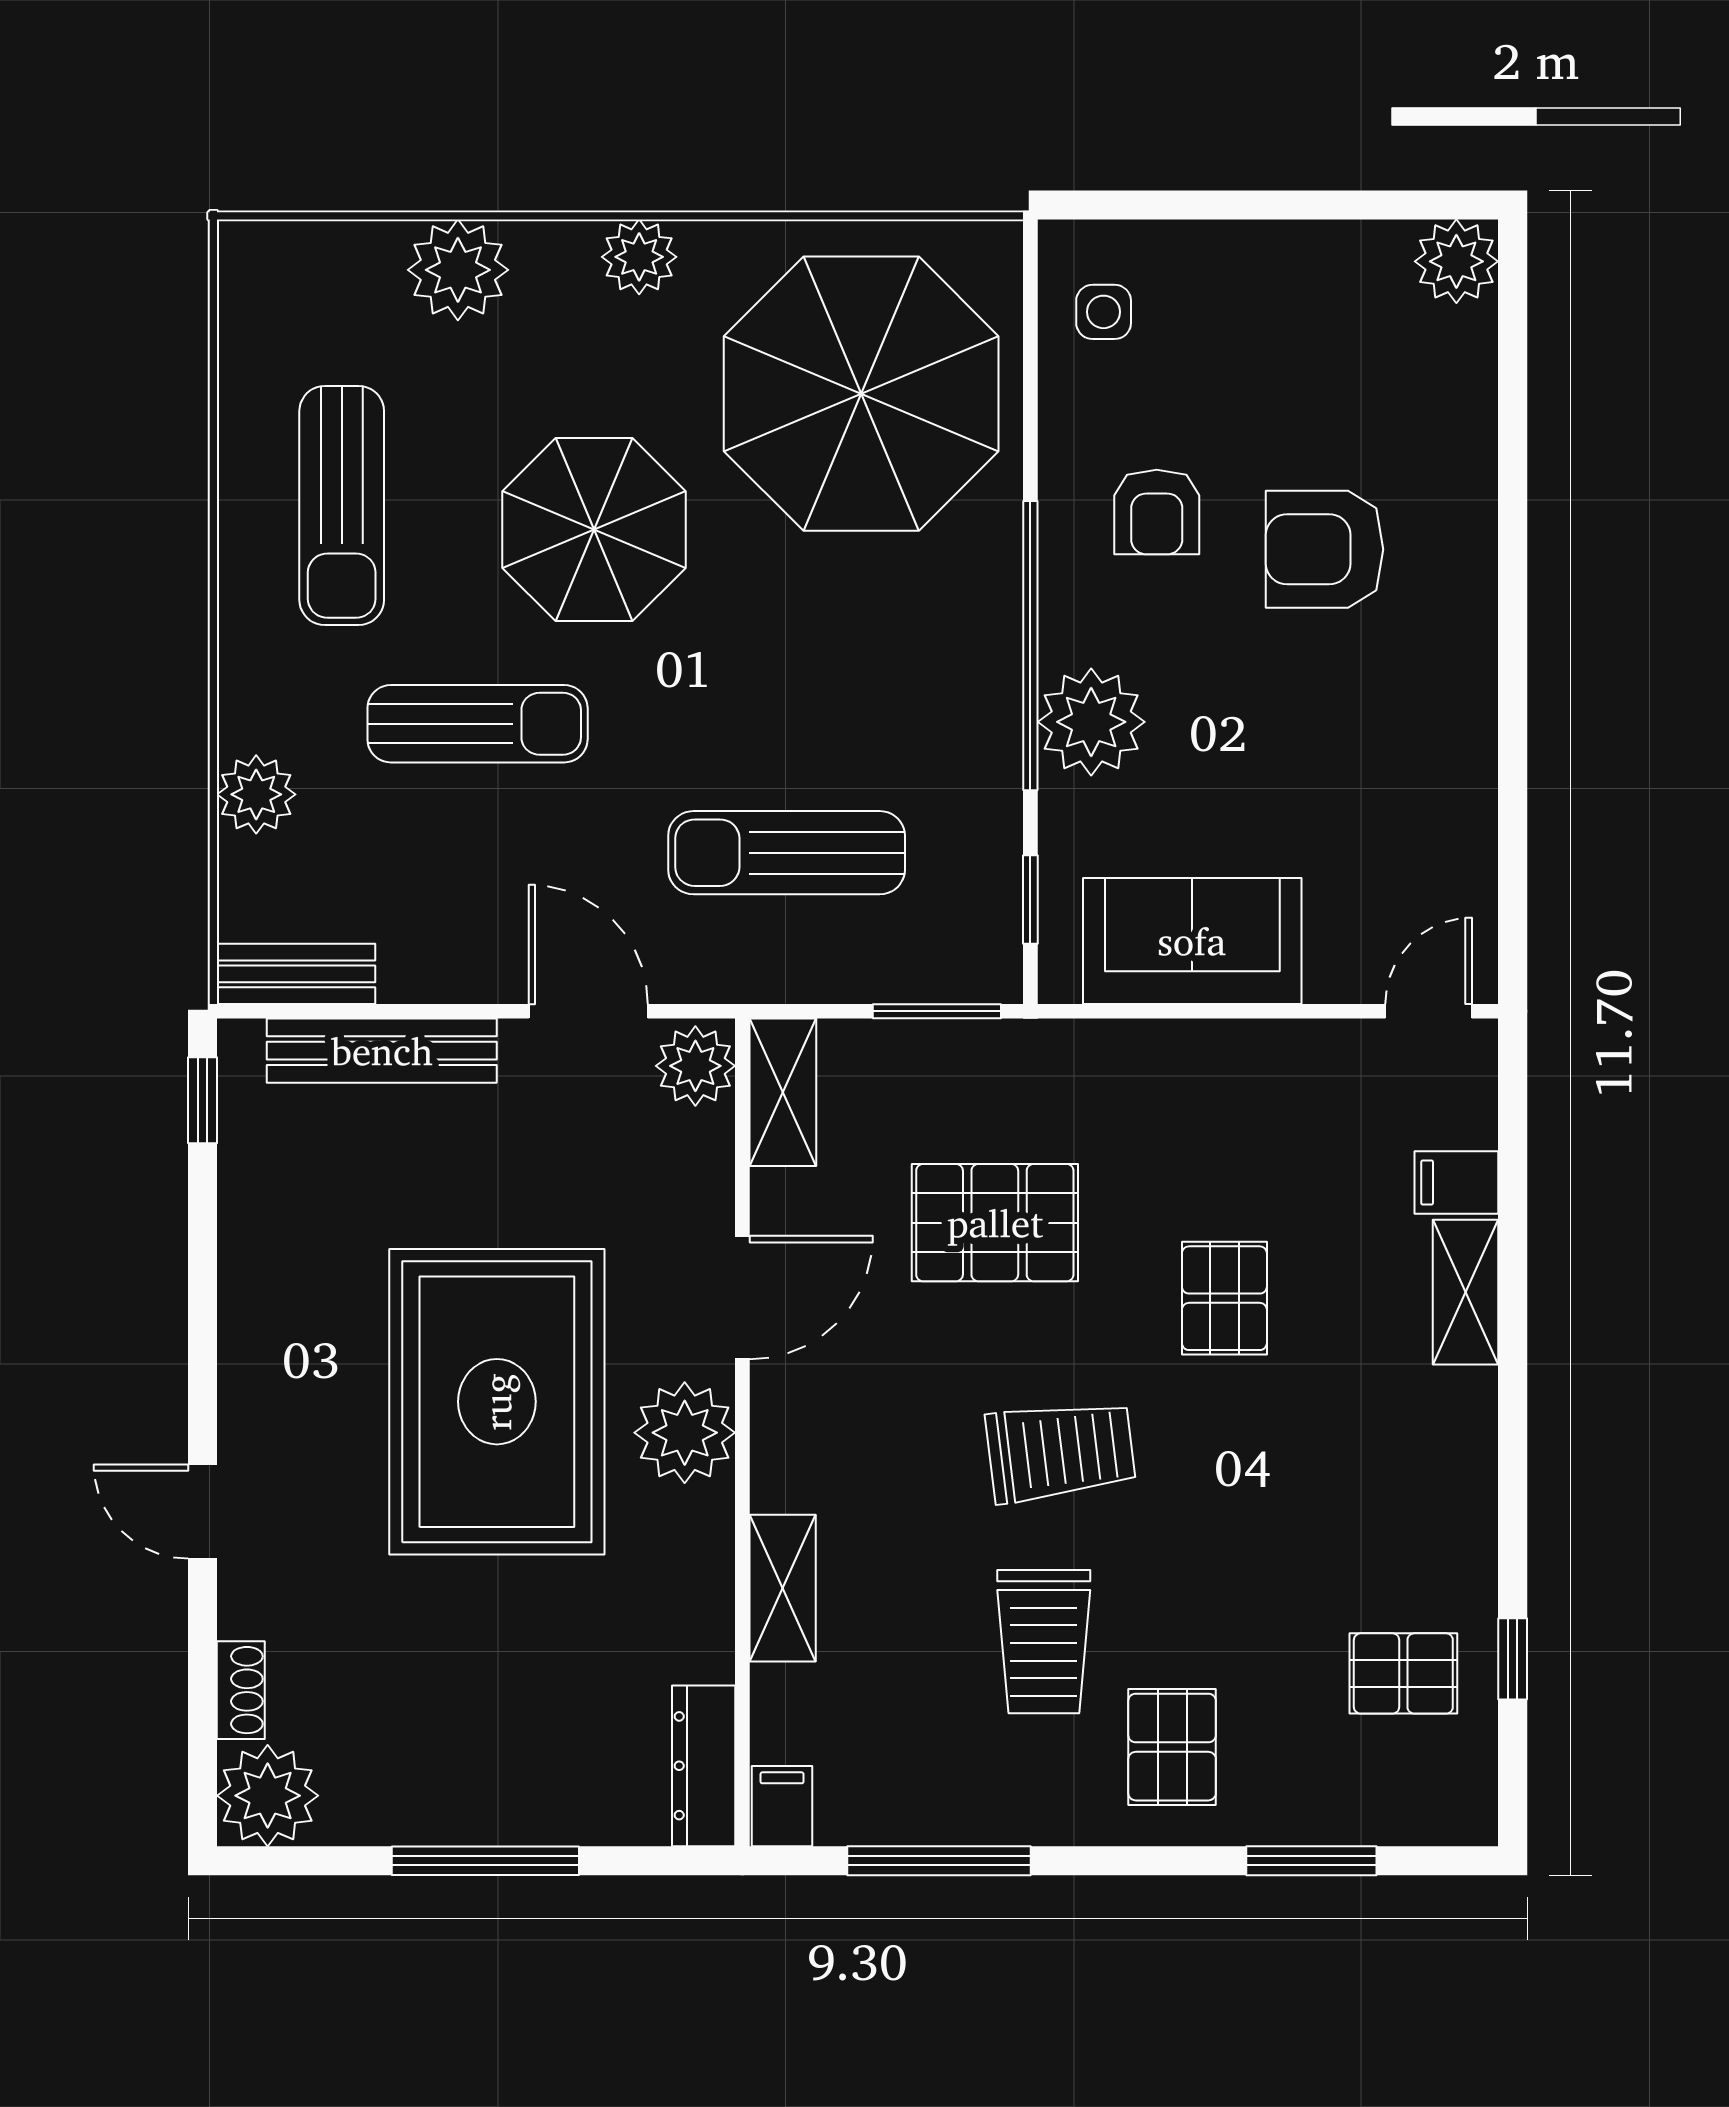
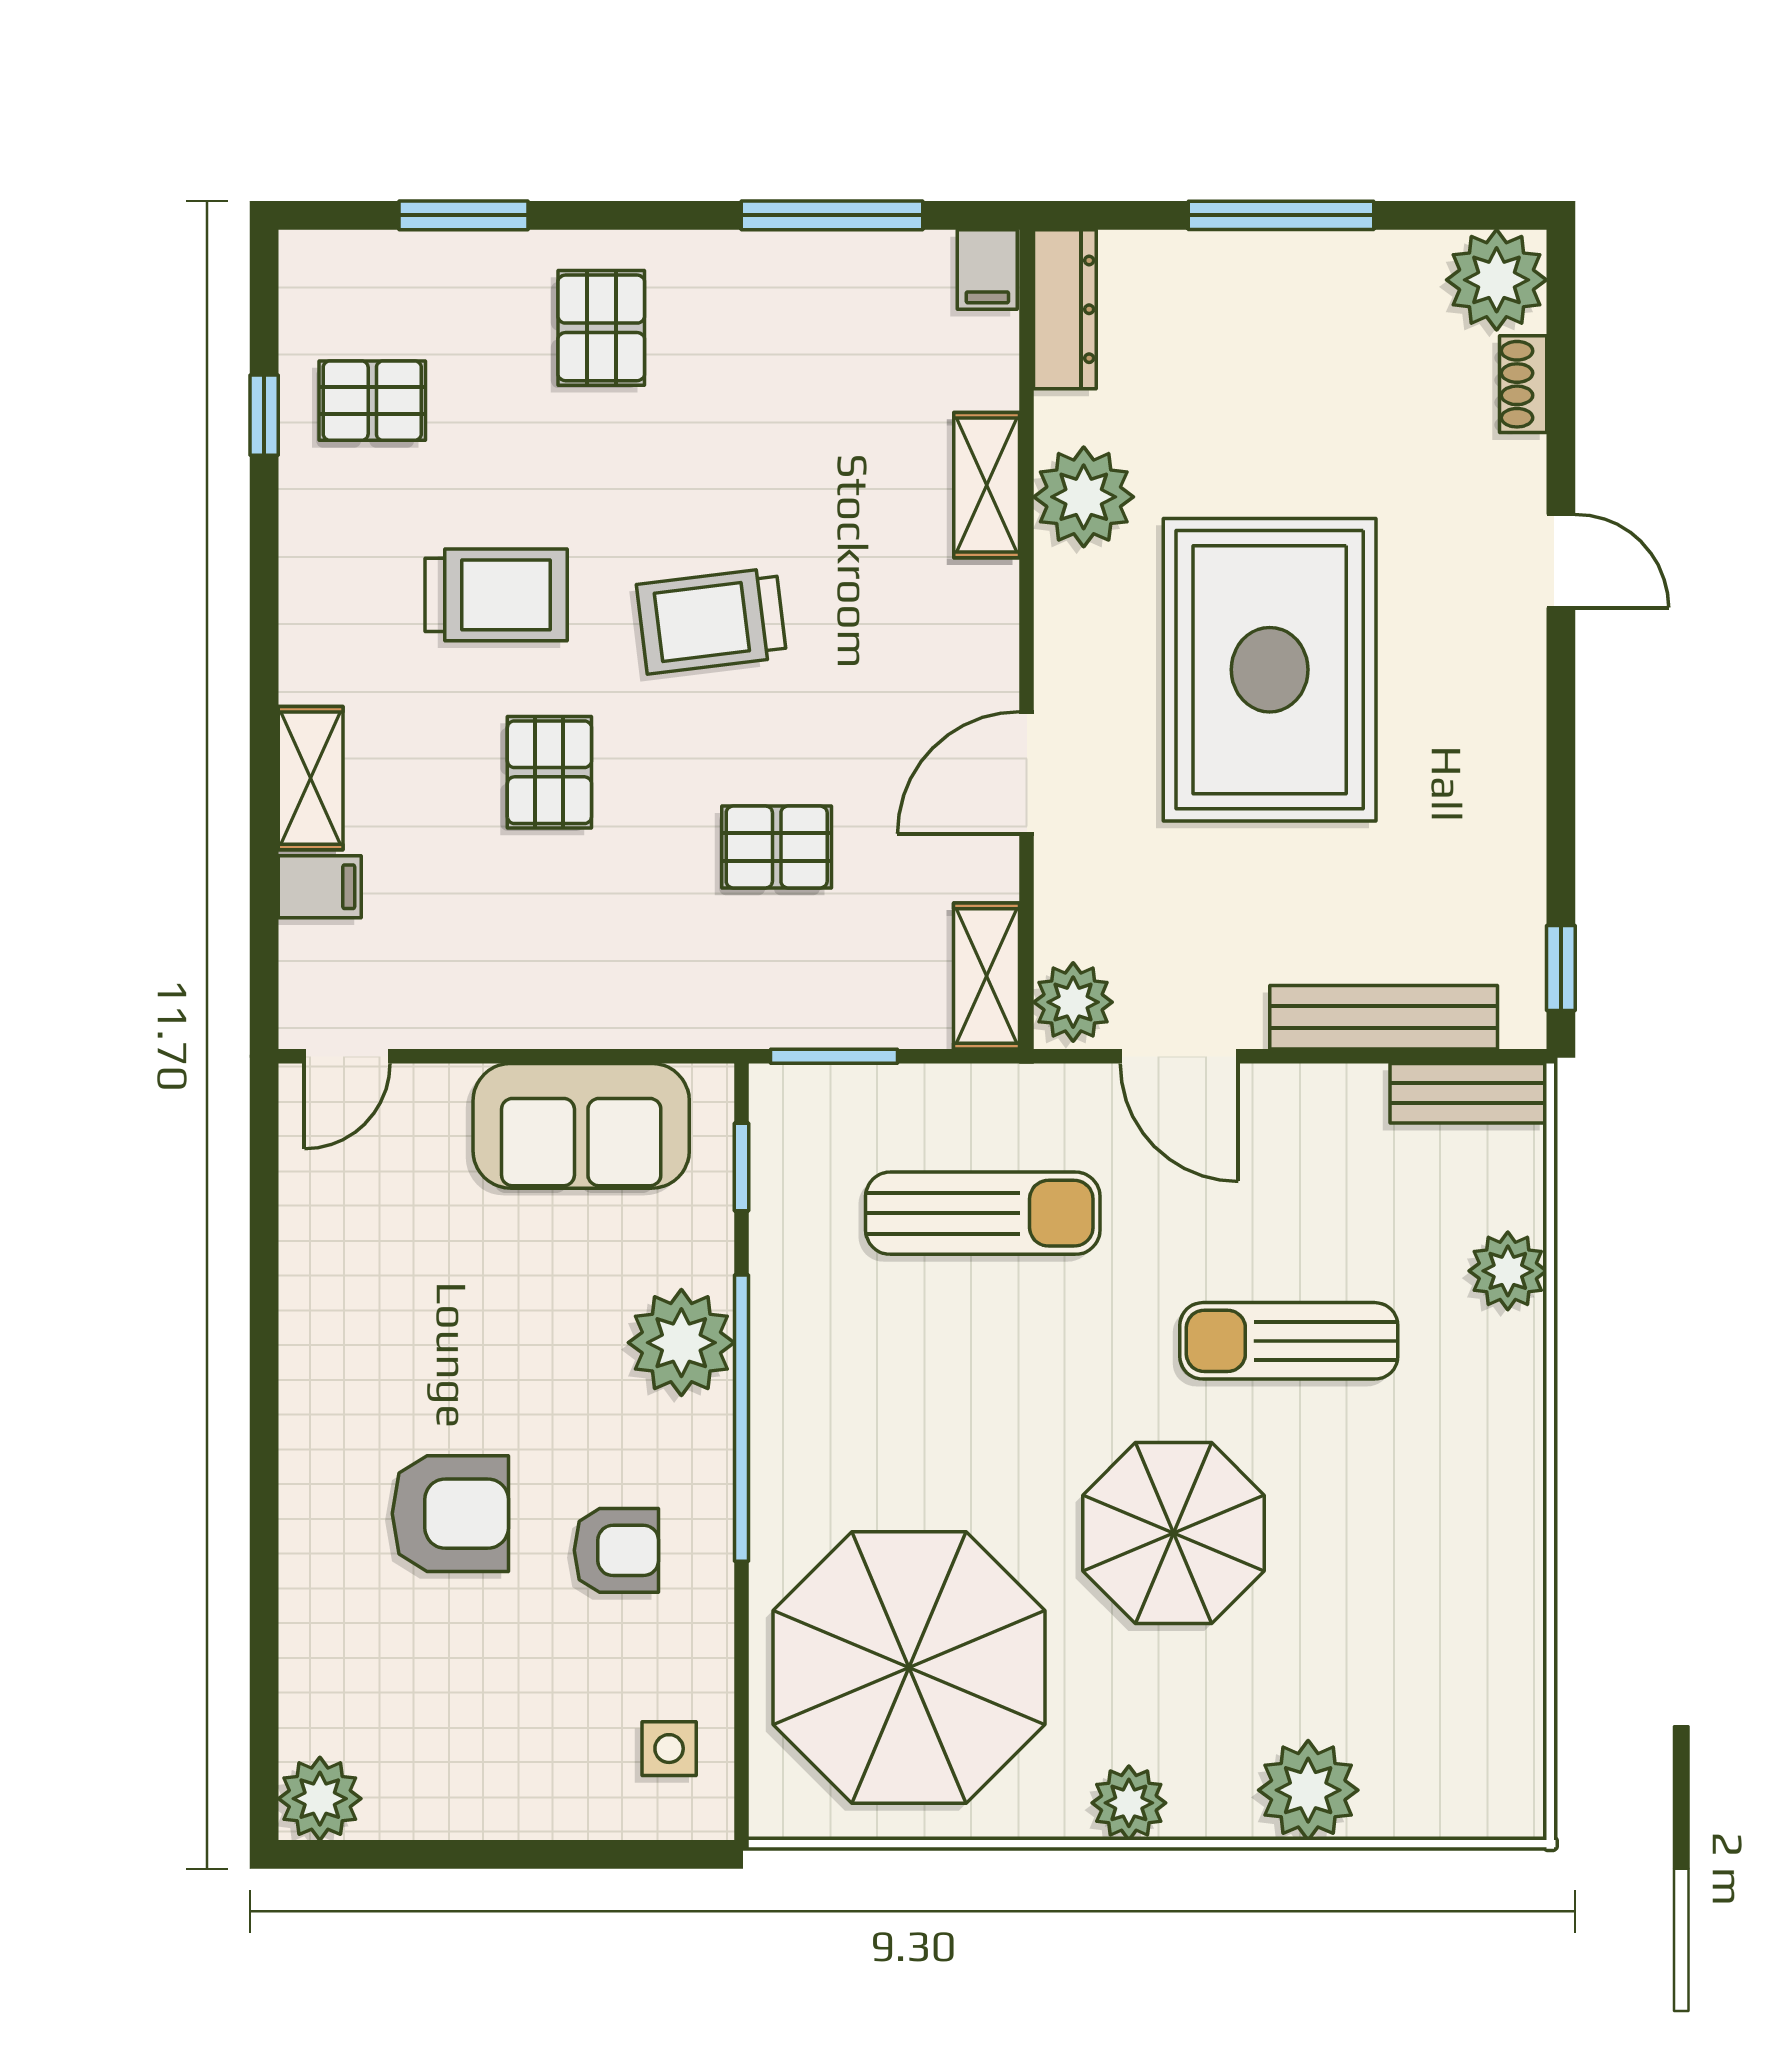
sun lounger: (342, 505) -> (1423, 1557), removed
armchair: (1157, 512) -> (616, 1550), turned 90
pallet: (995, 1223) -> (777, 847), width x0.67, depth x0.71
plant: (685, 1433) -> (1084, 497), moved
trolley: (1044, 1642) -> (496, 595), moved, turned 90

